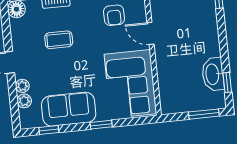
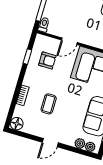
plant: (22, 86) -> (90, 147), moved

